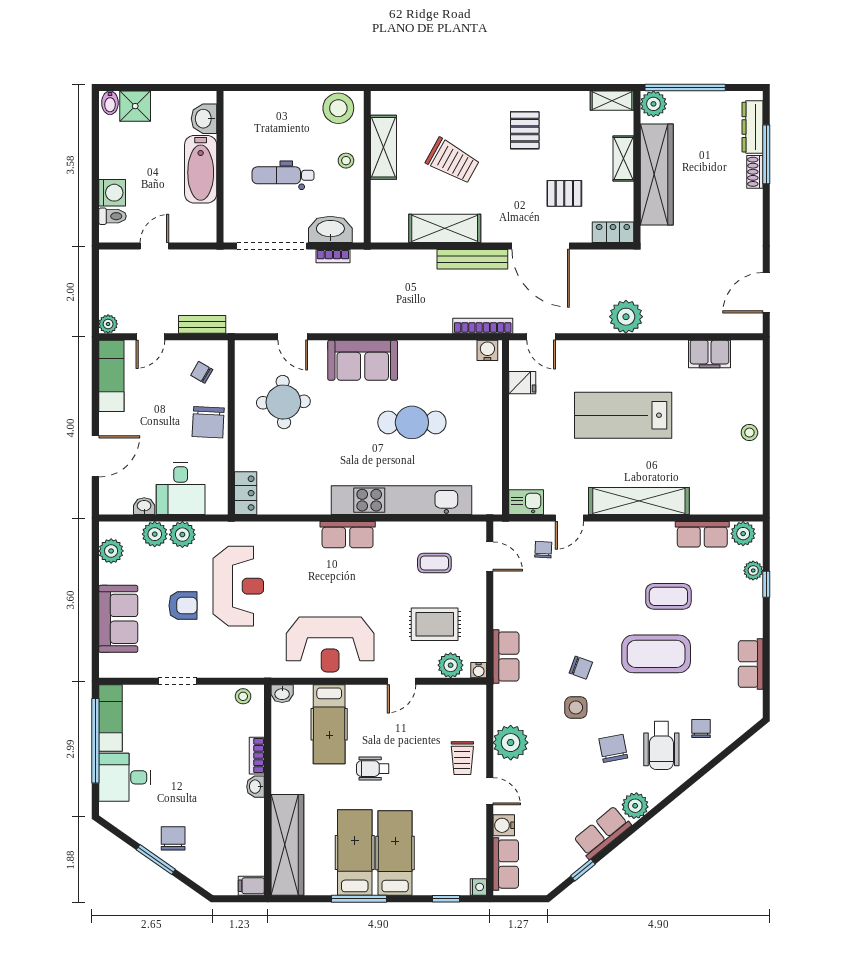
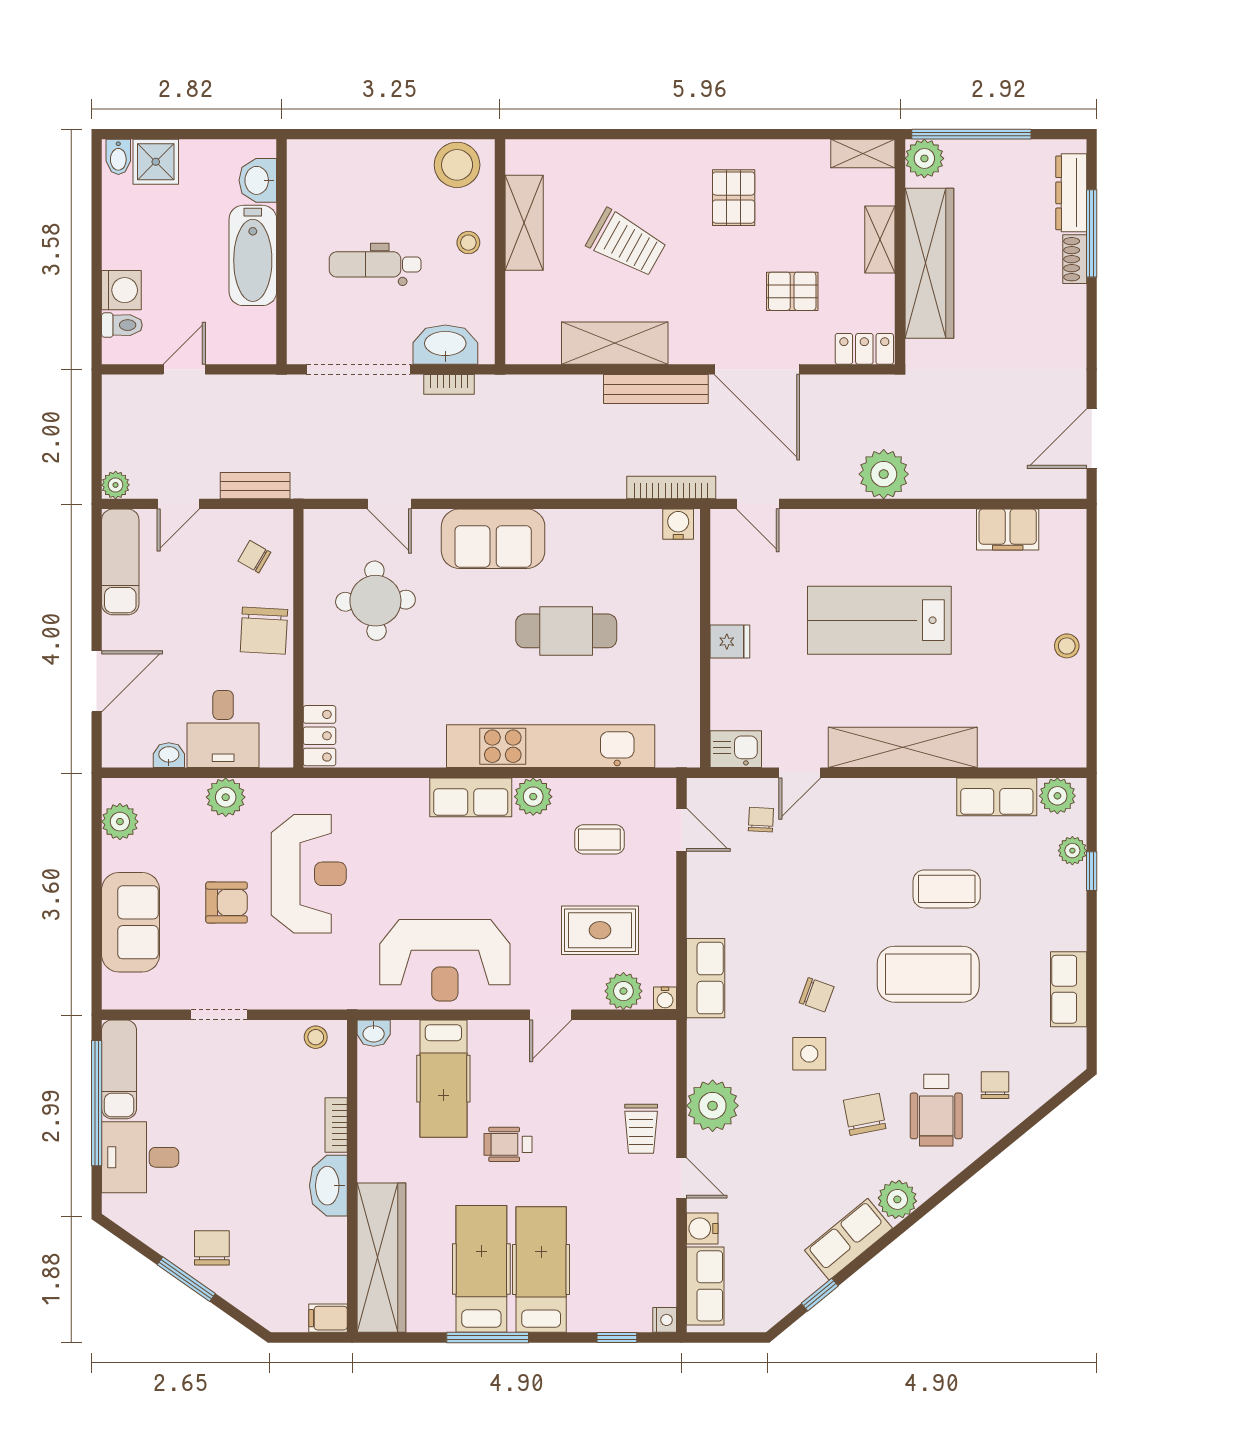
fridge: (522, 383) -> (730, 642), moved
plant: (155, 534) -> (533, 797), moved
washbasin: (256, 787) -> (328, 1186), width x1.91, depth x1.45

